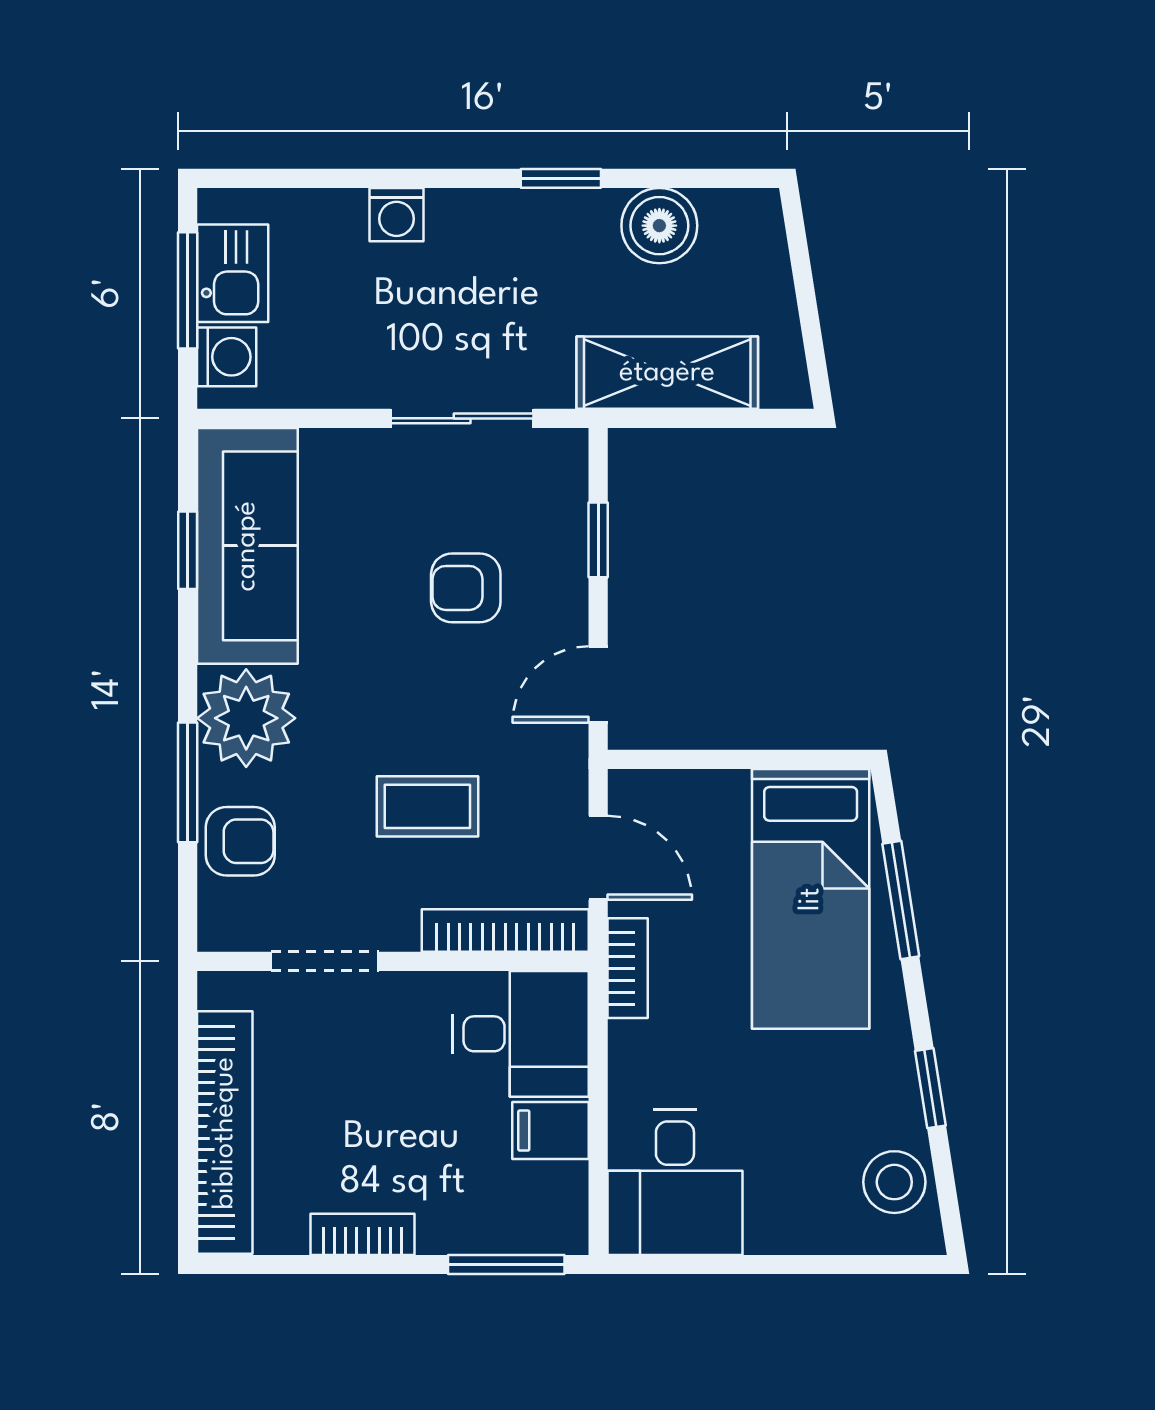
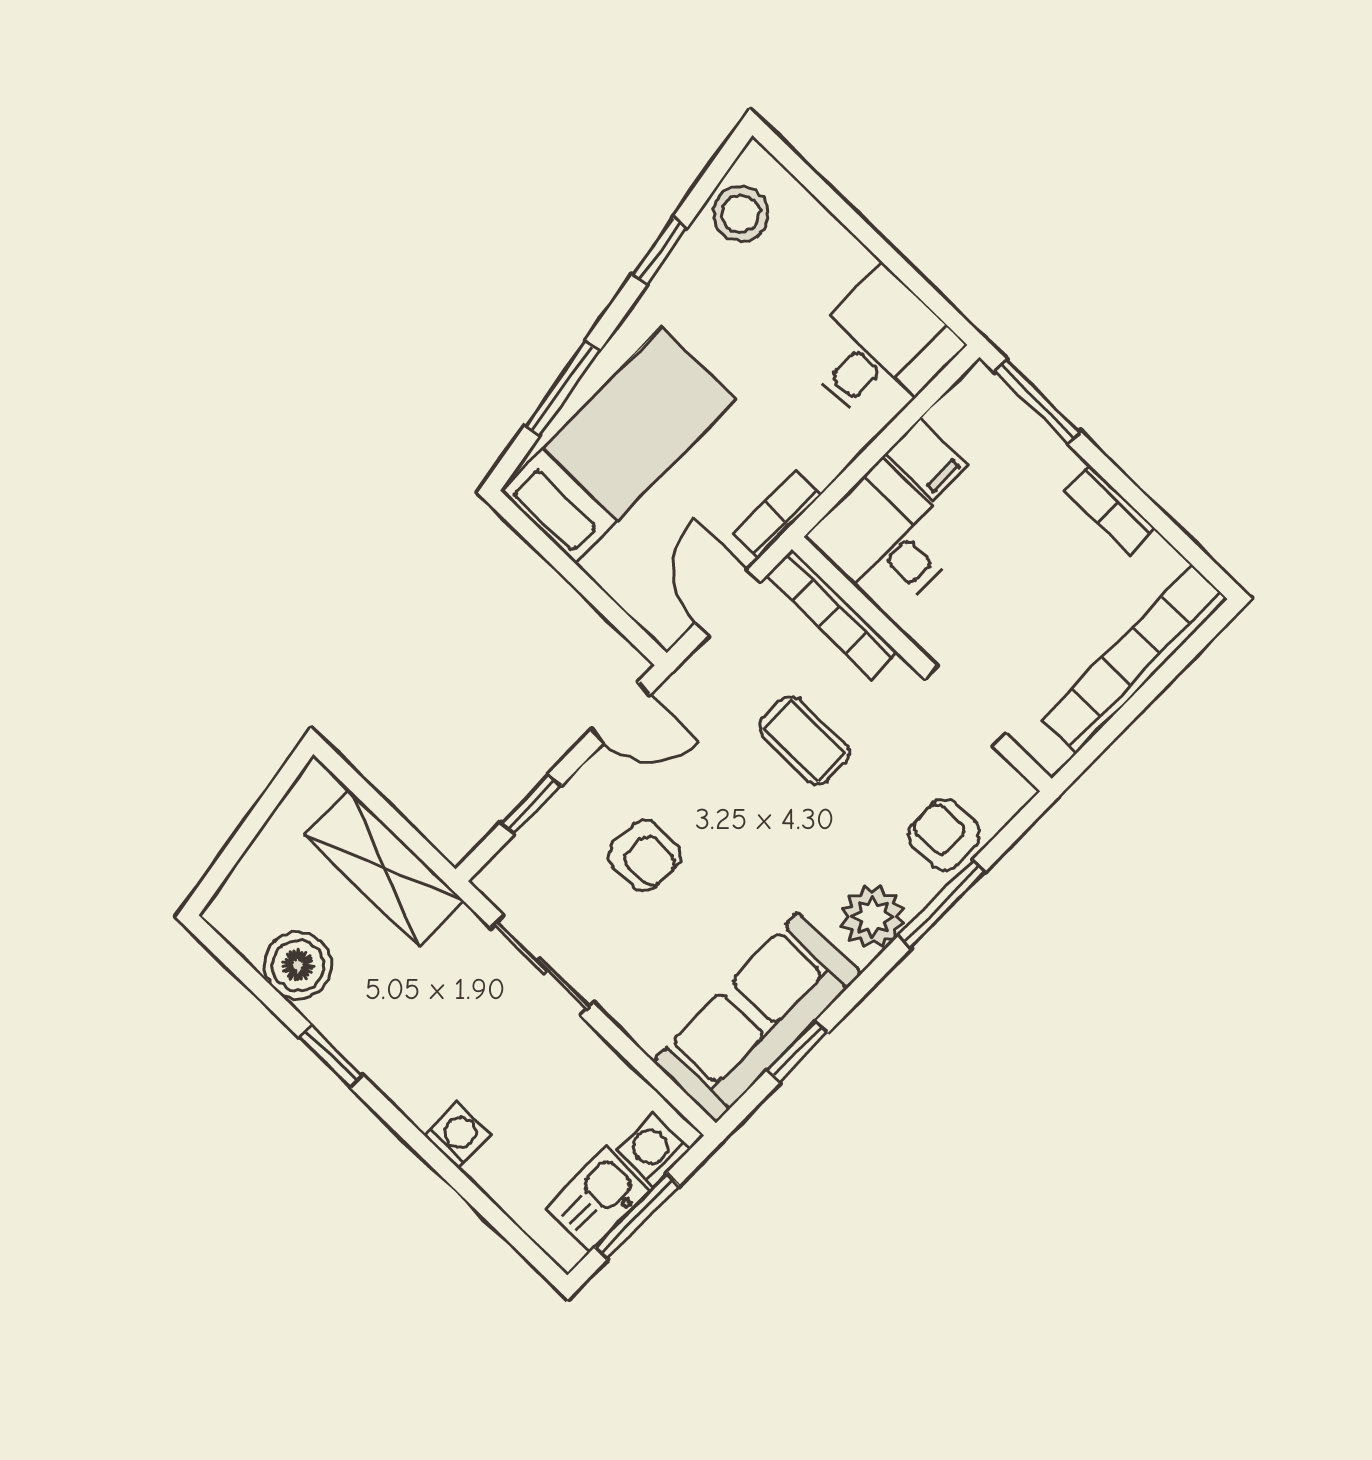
plant: (246, 718) -> (873, 917), width x0.73, depth x0.73

